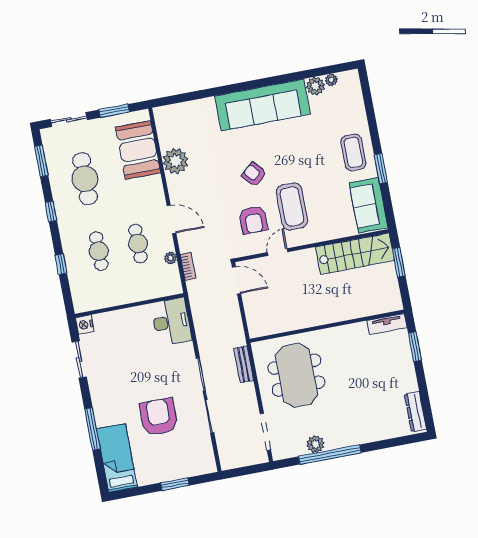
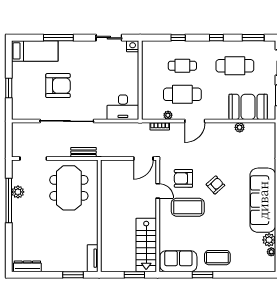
plant: (175, 161) -> (240, 127), width x0.53, depth x0.53
cafe table: (138, 244) -> (182, 94), width x1.37, depth x1.35
meeting table: (297, 375) -> (69, 188), turned 90

